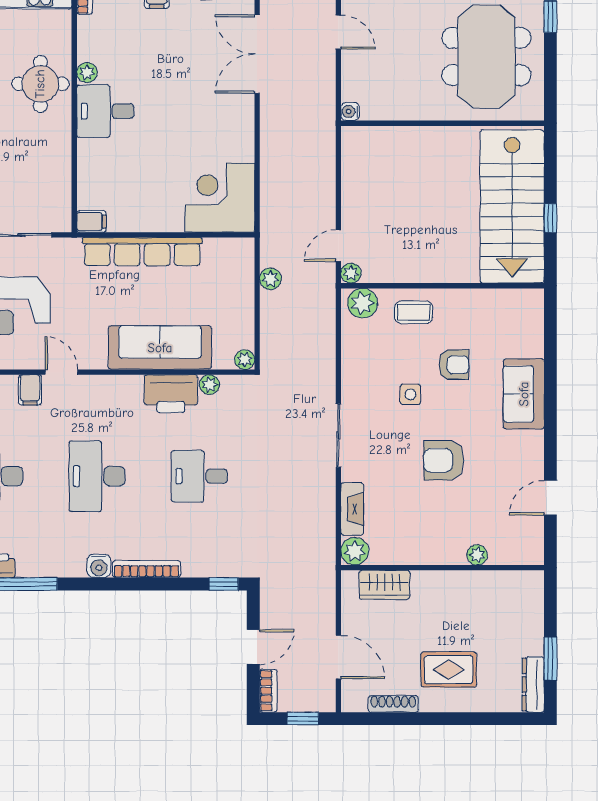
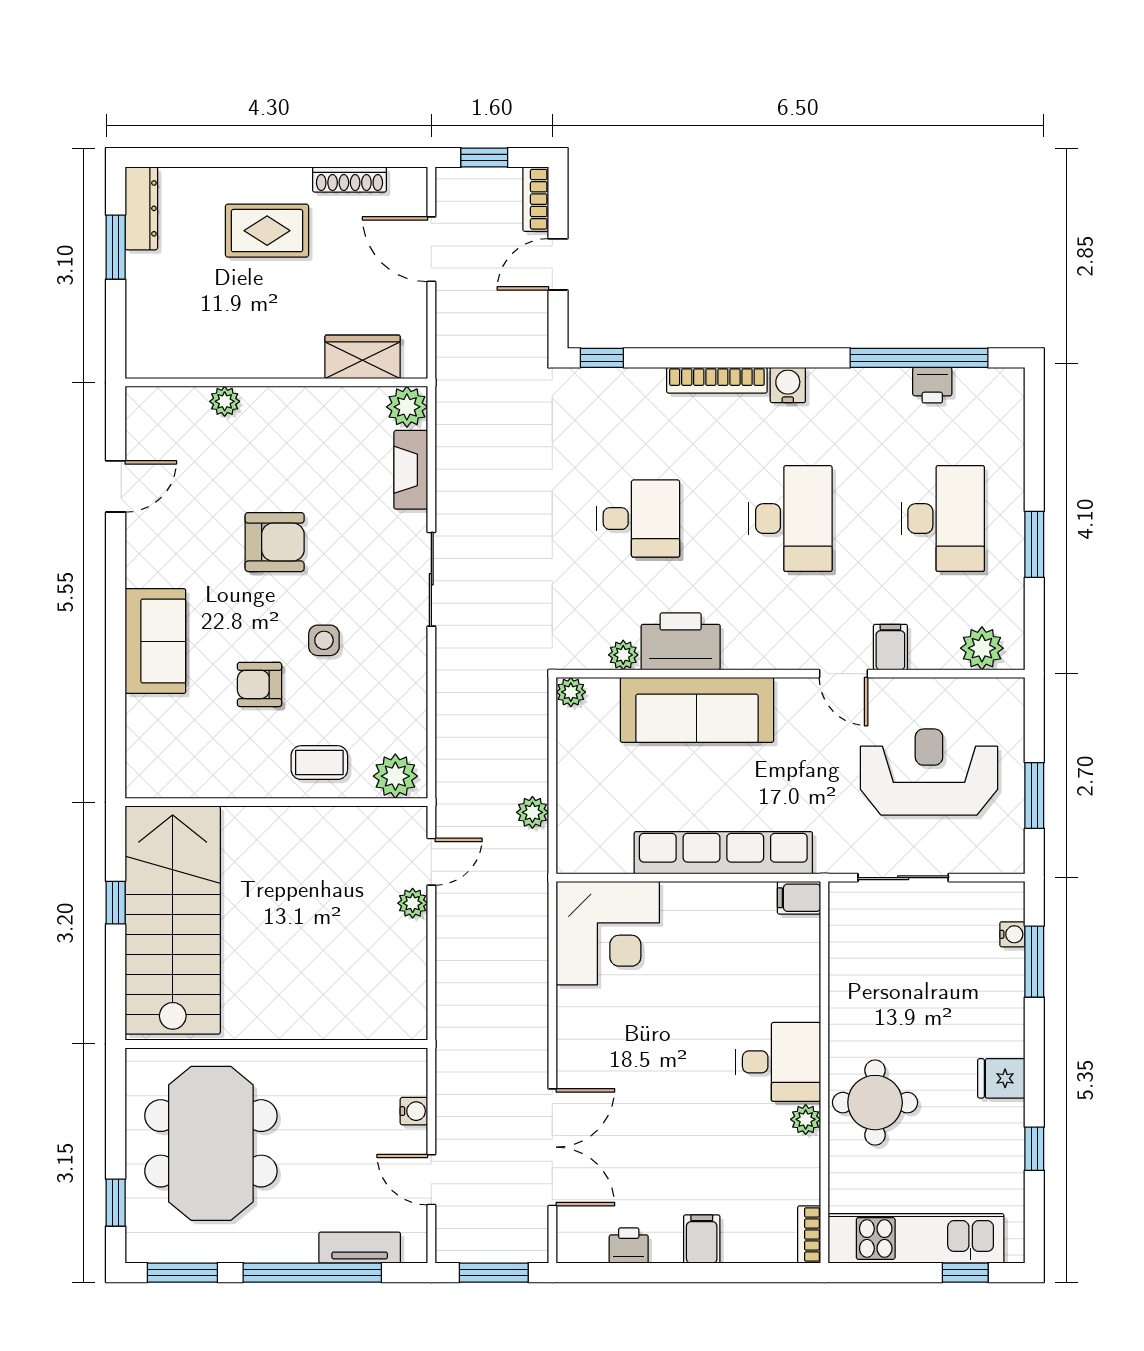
water cooler: (350, 112) -> (414, 1111), moved
plant: (351, 273) -> (413, 903), moved

